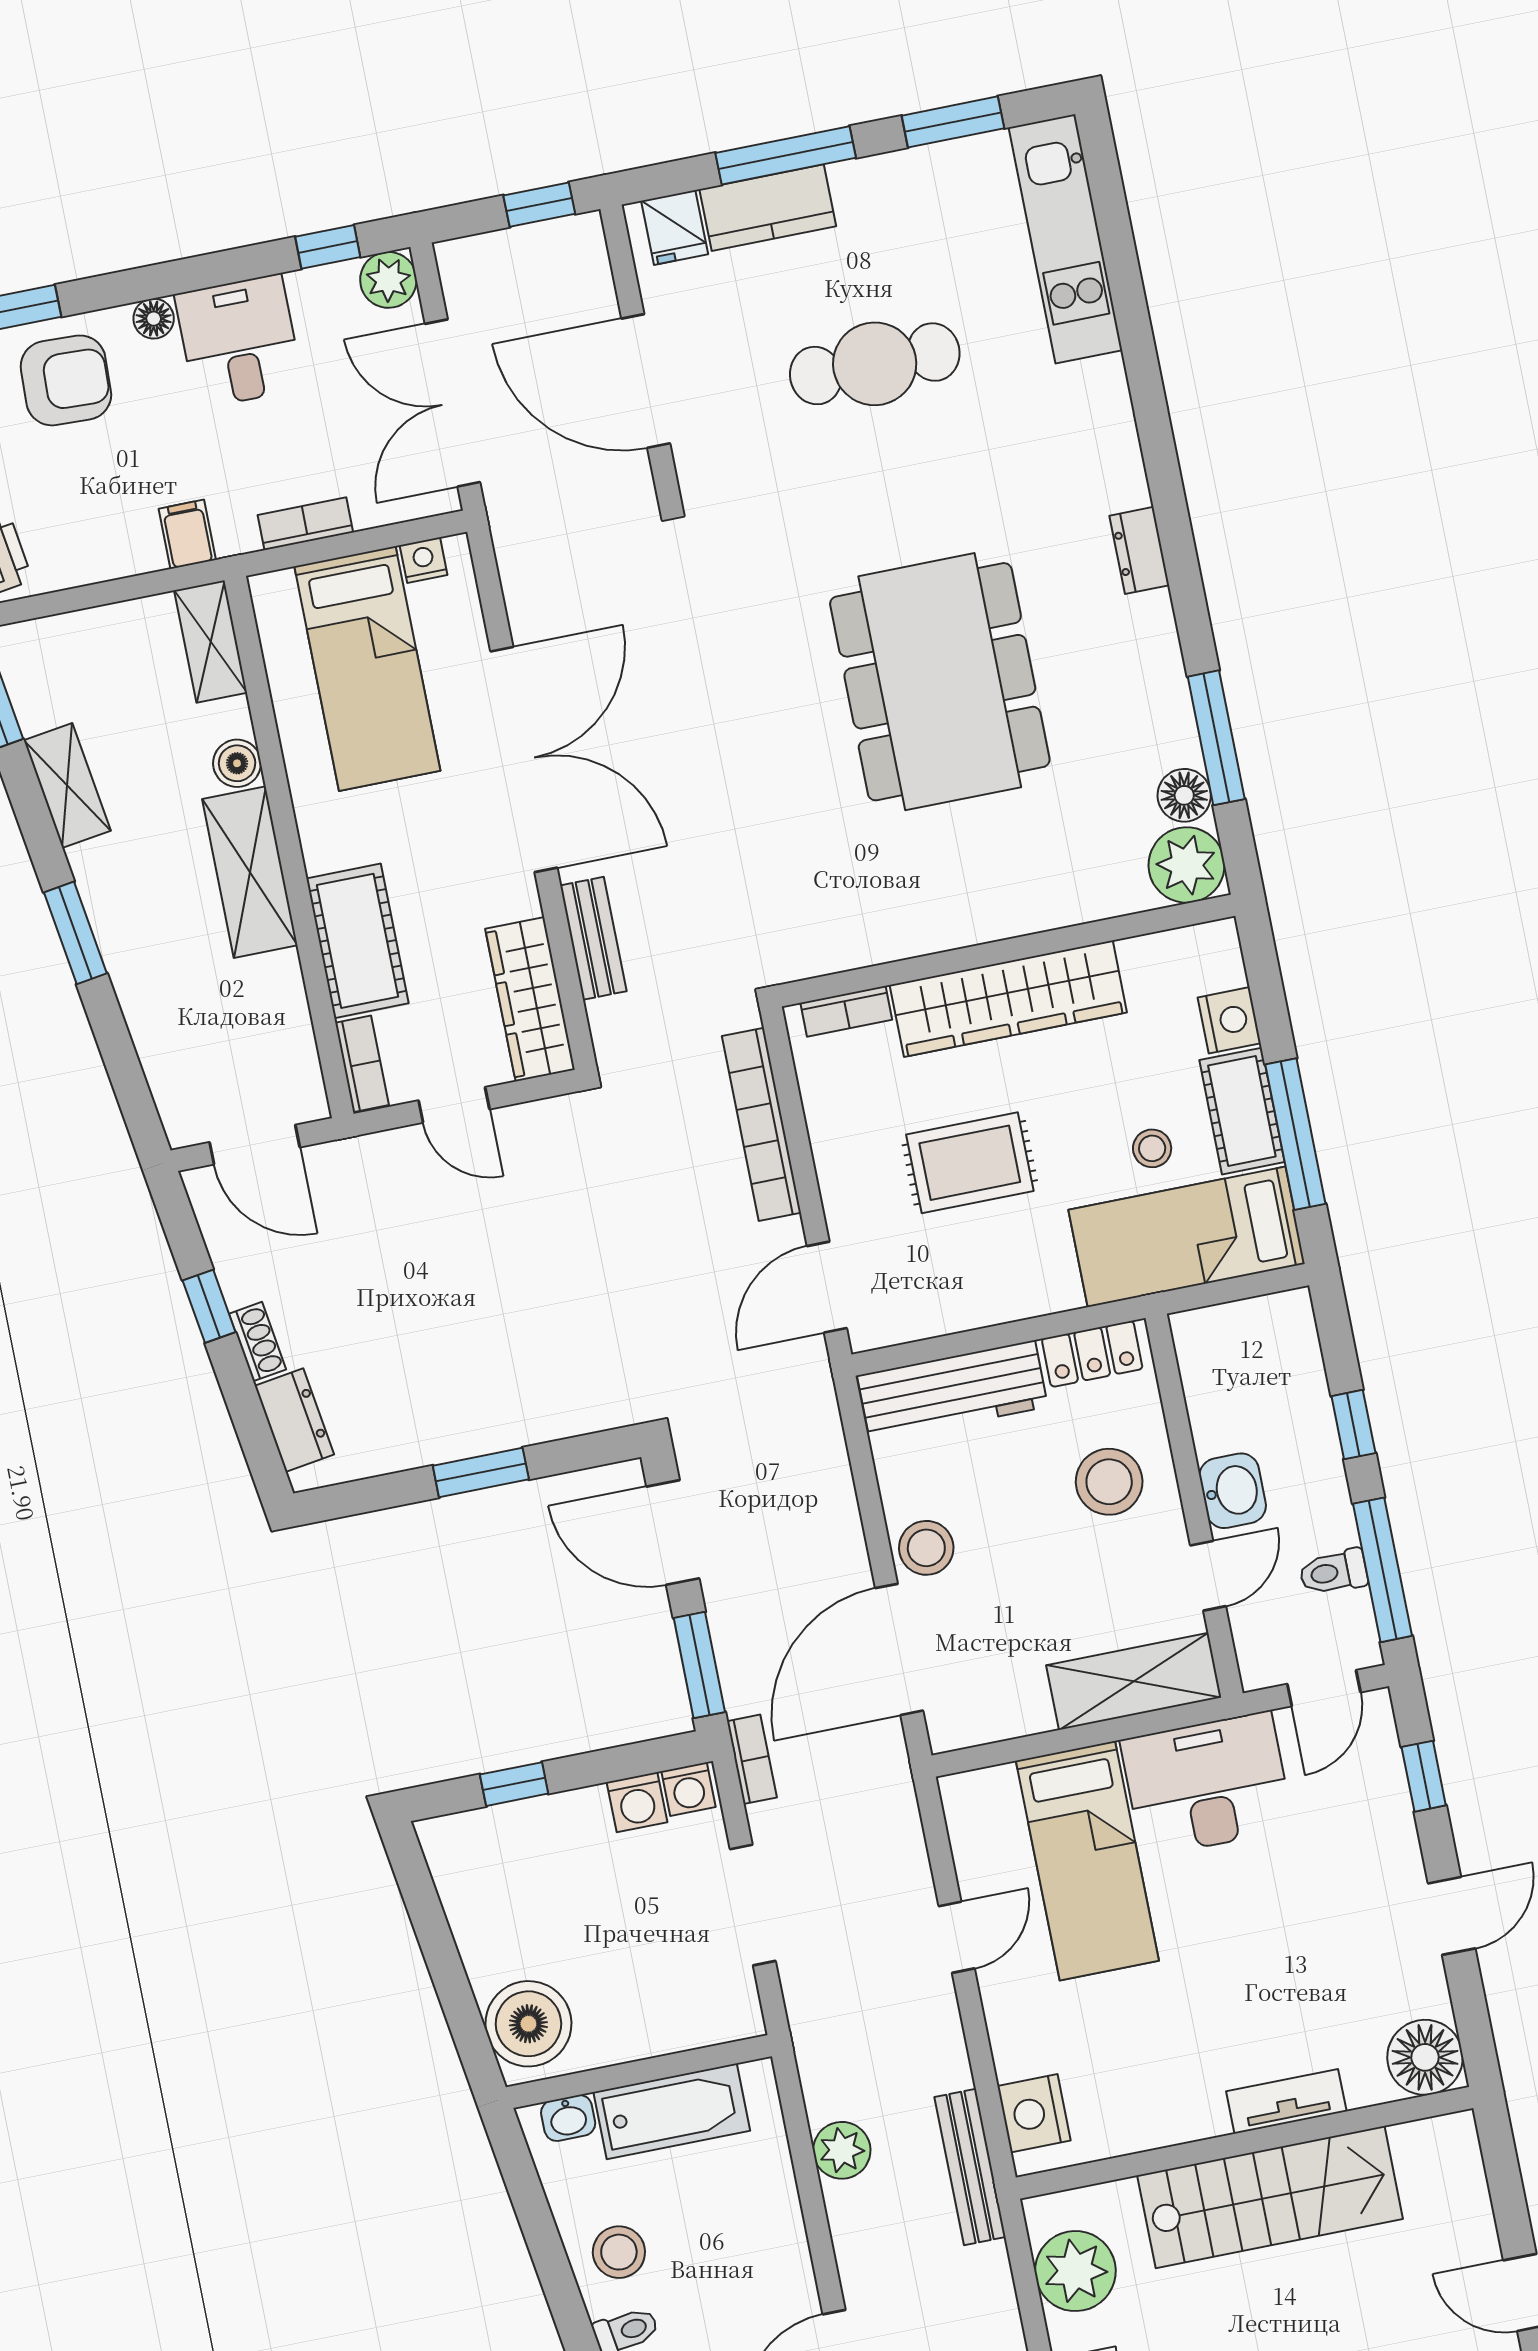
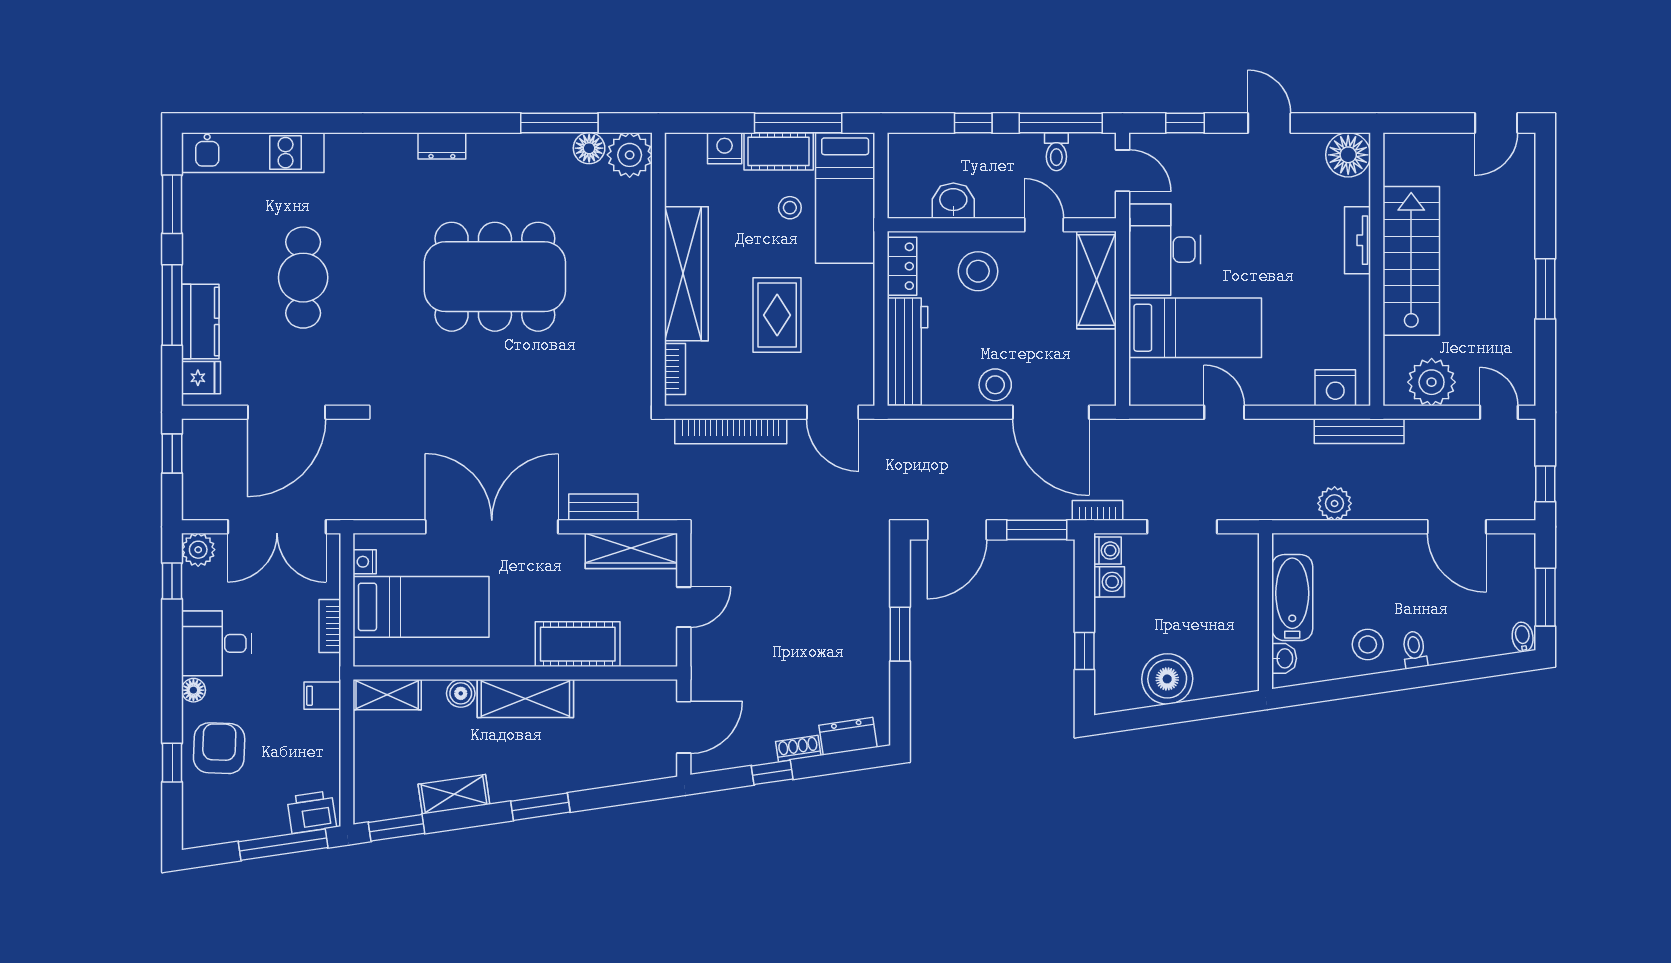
bookcase: (362, 1064) -> (649, 656), removed
washbasin: (1233, 1491) -> (953, 201), moved
boiler: (528, 2024) -> (1167, 679), moved

